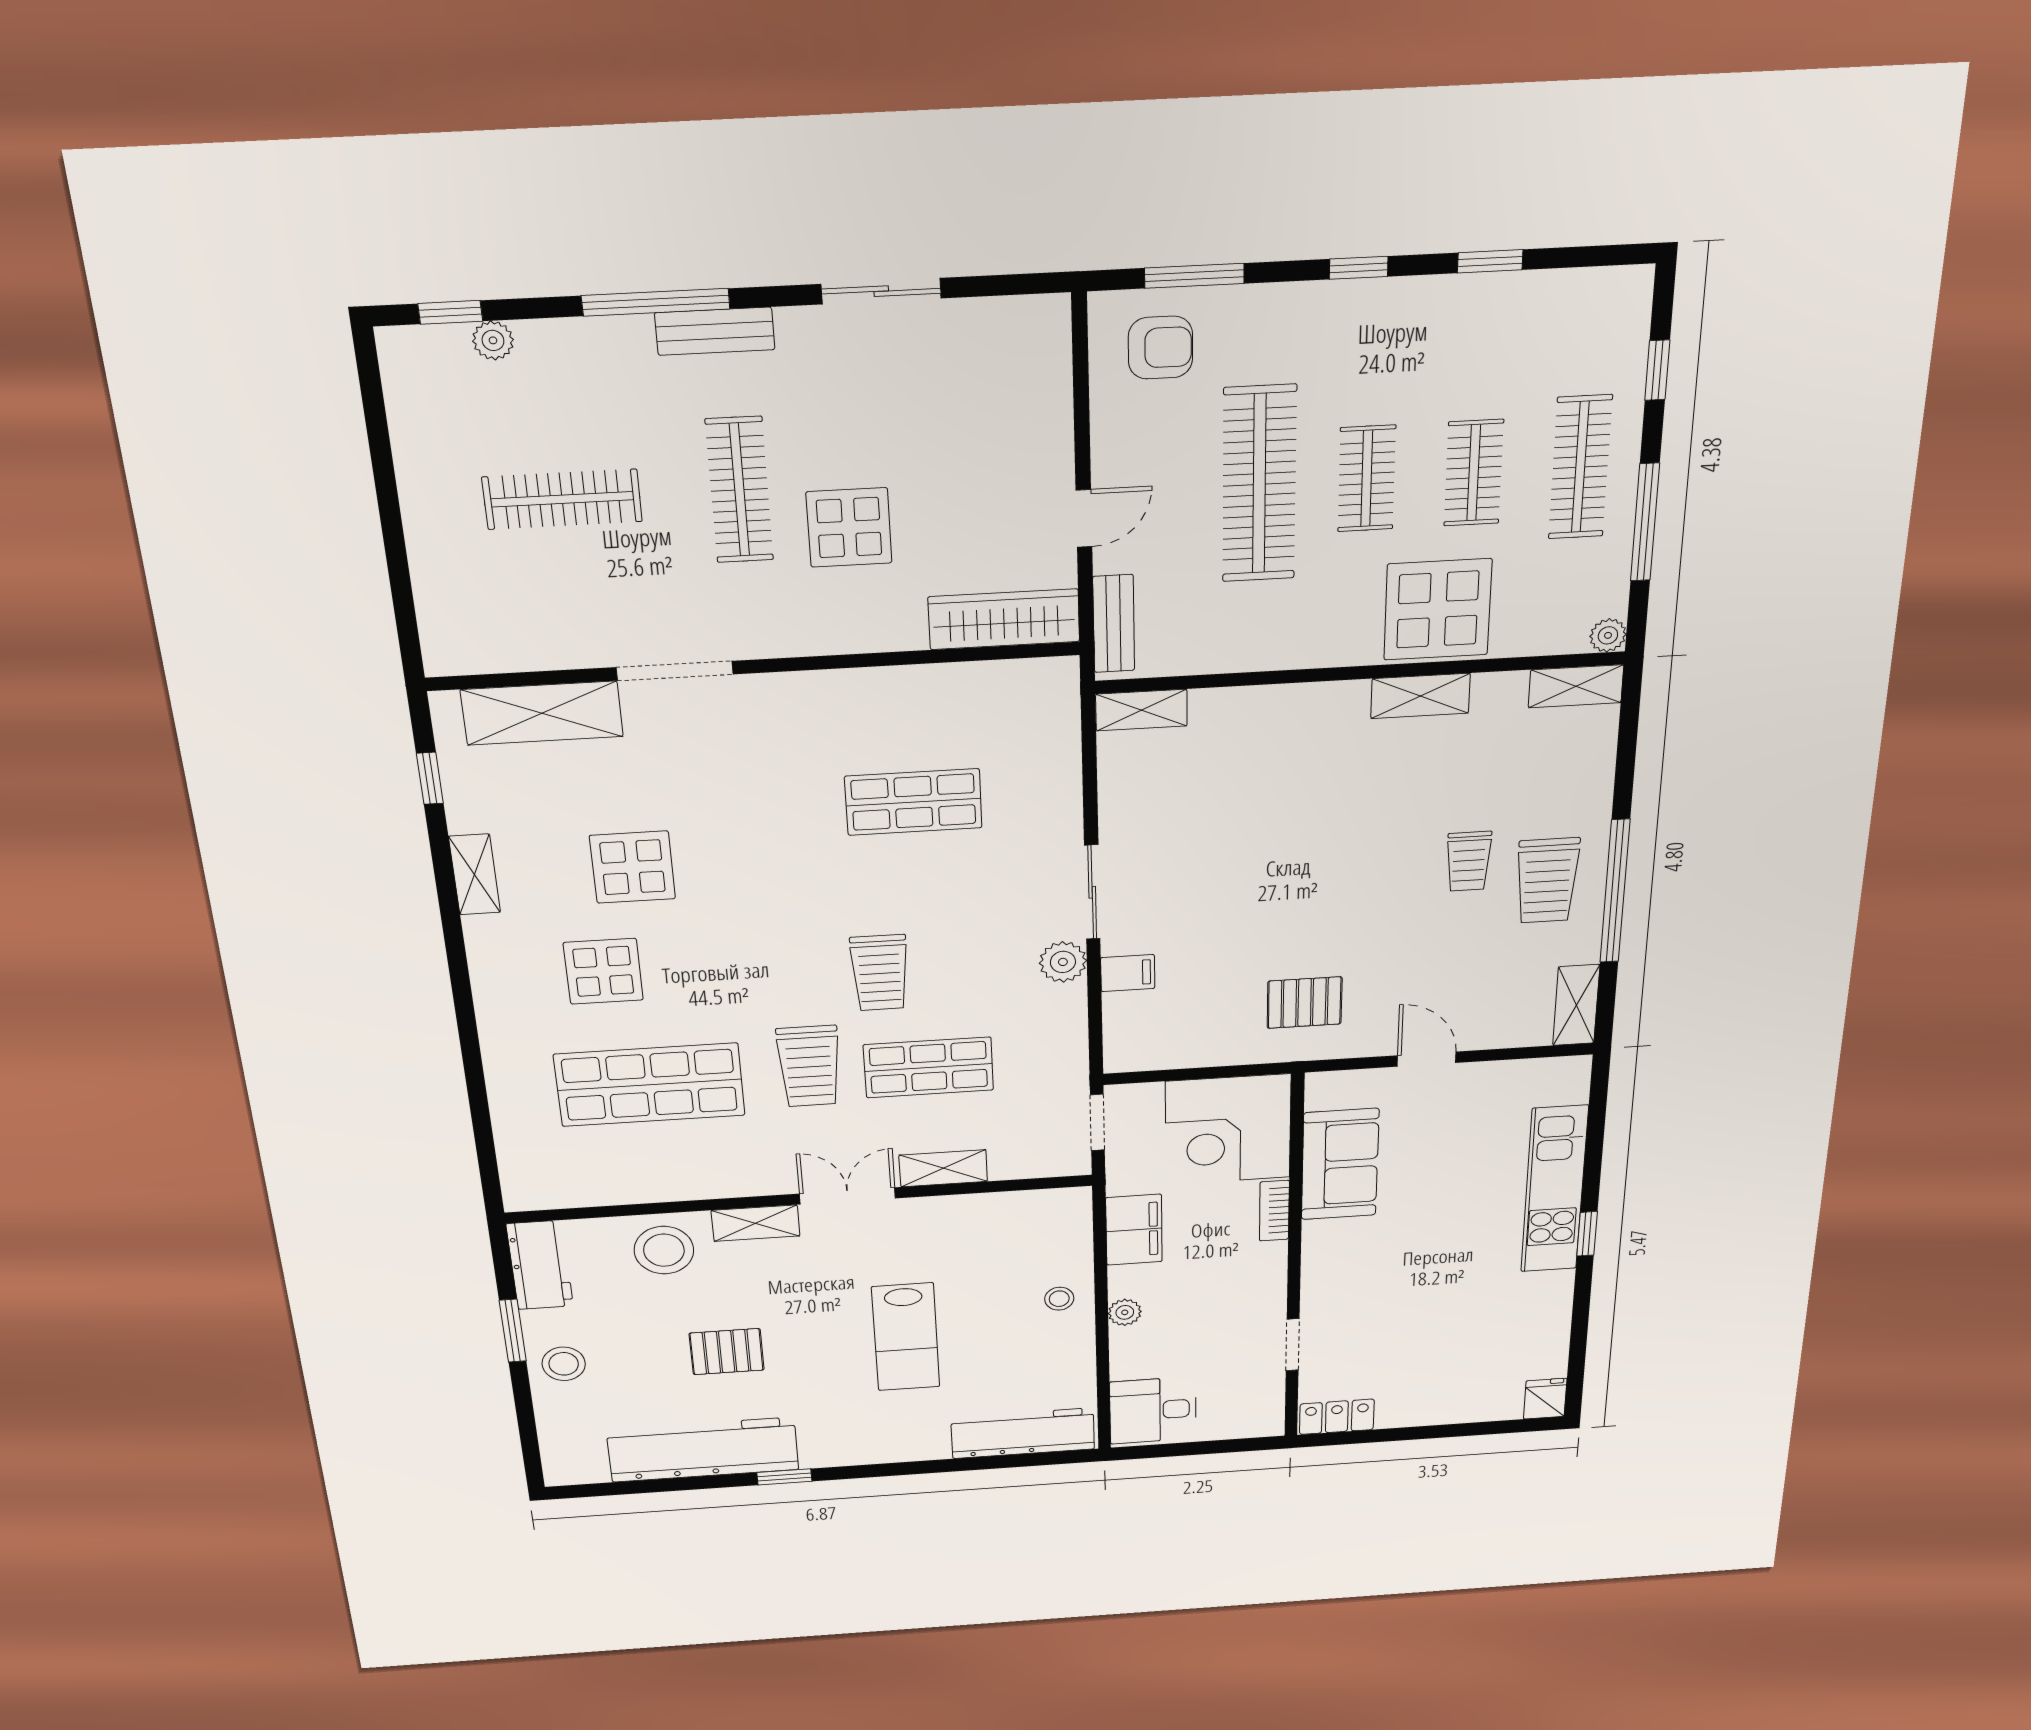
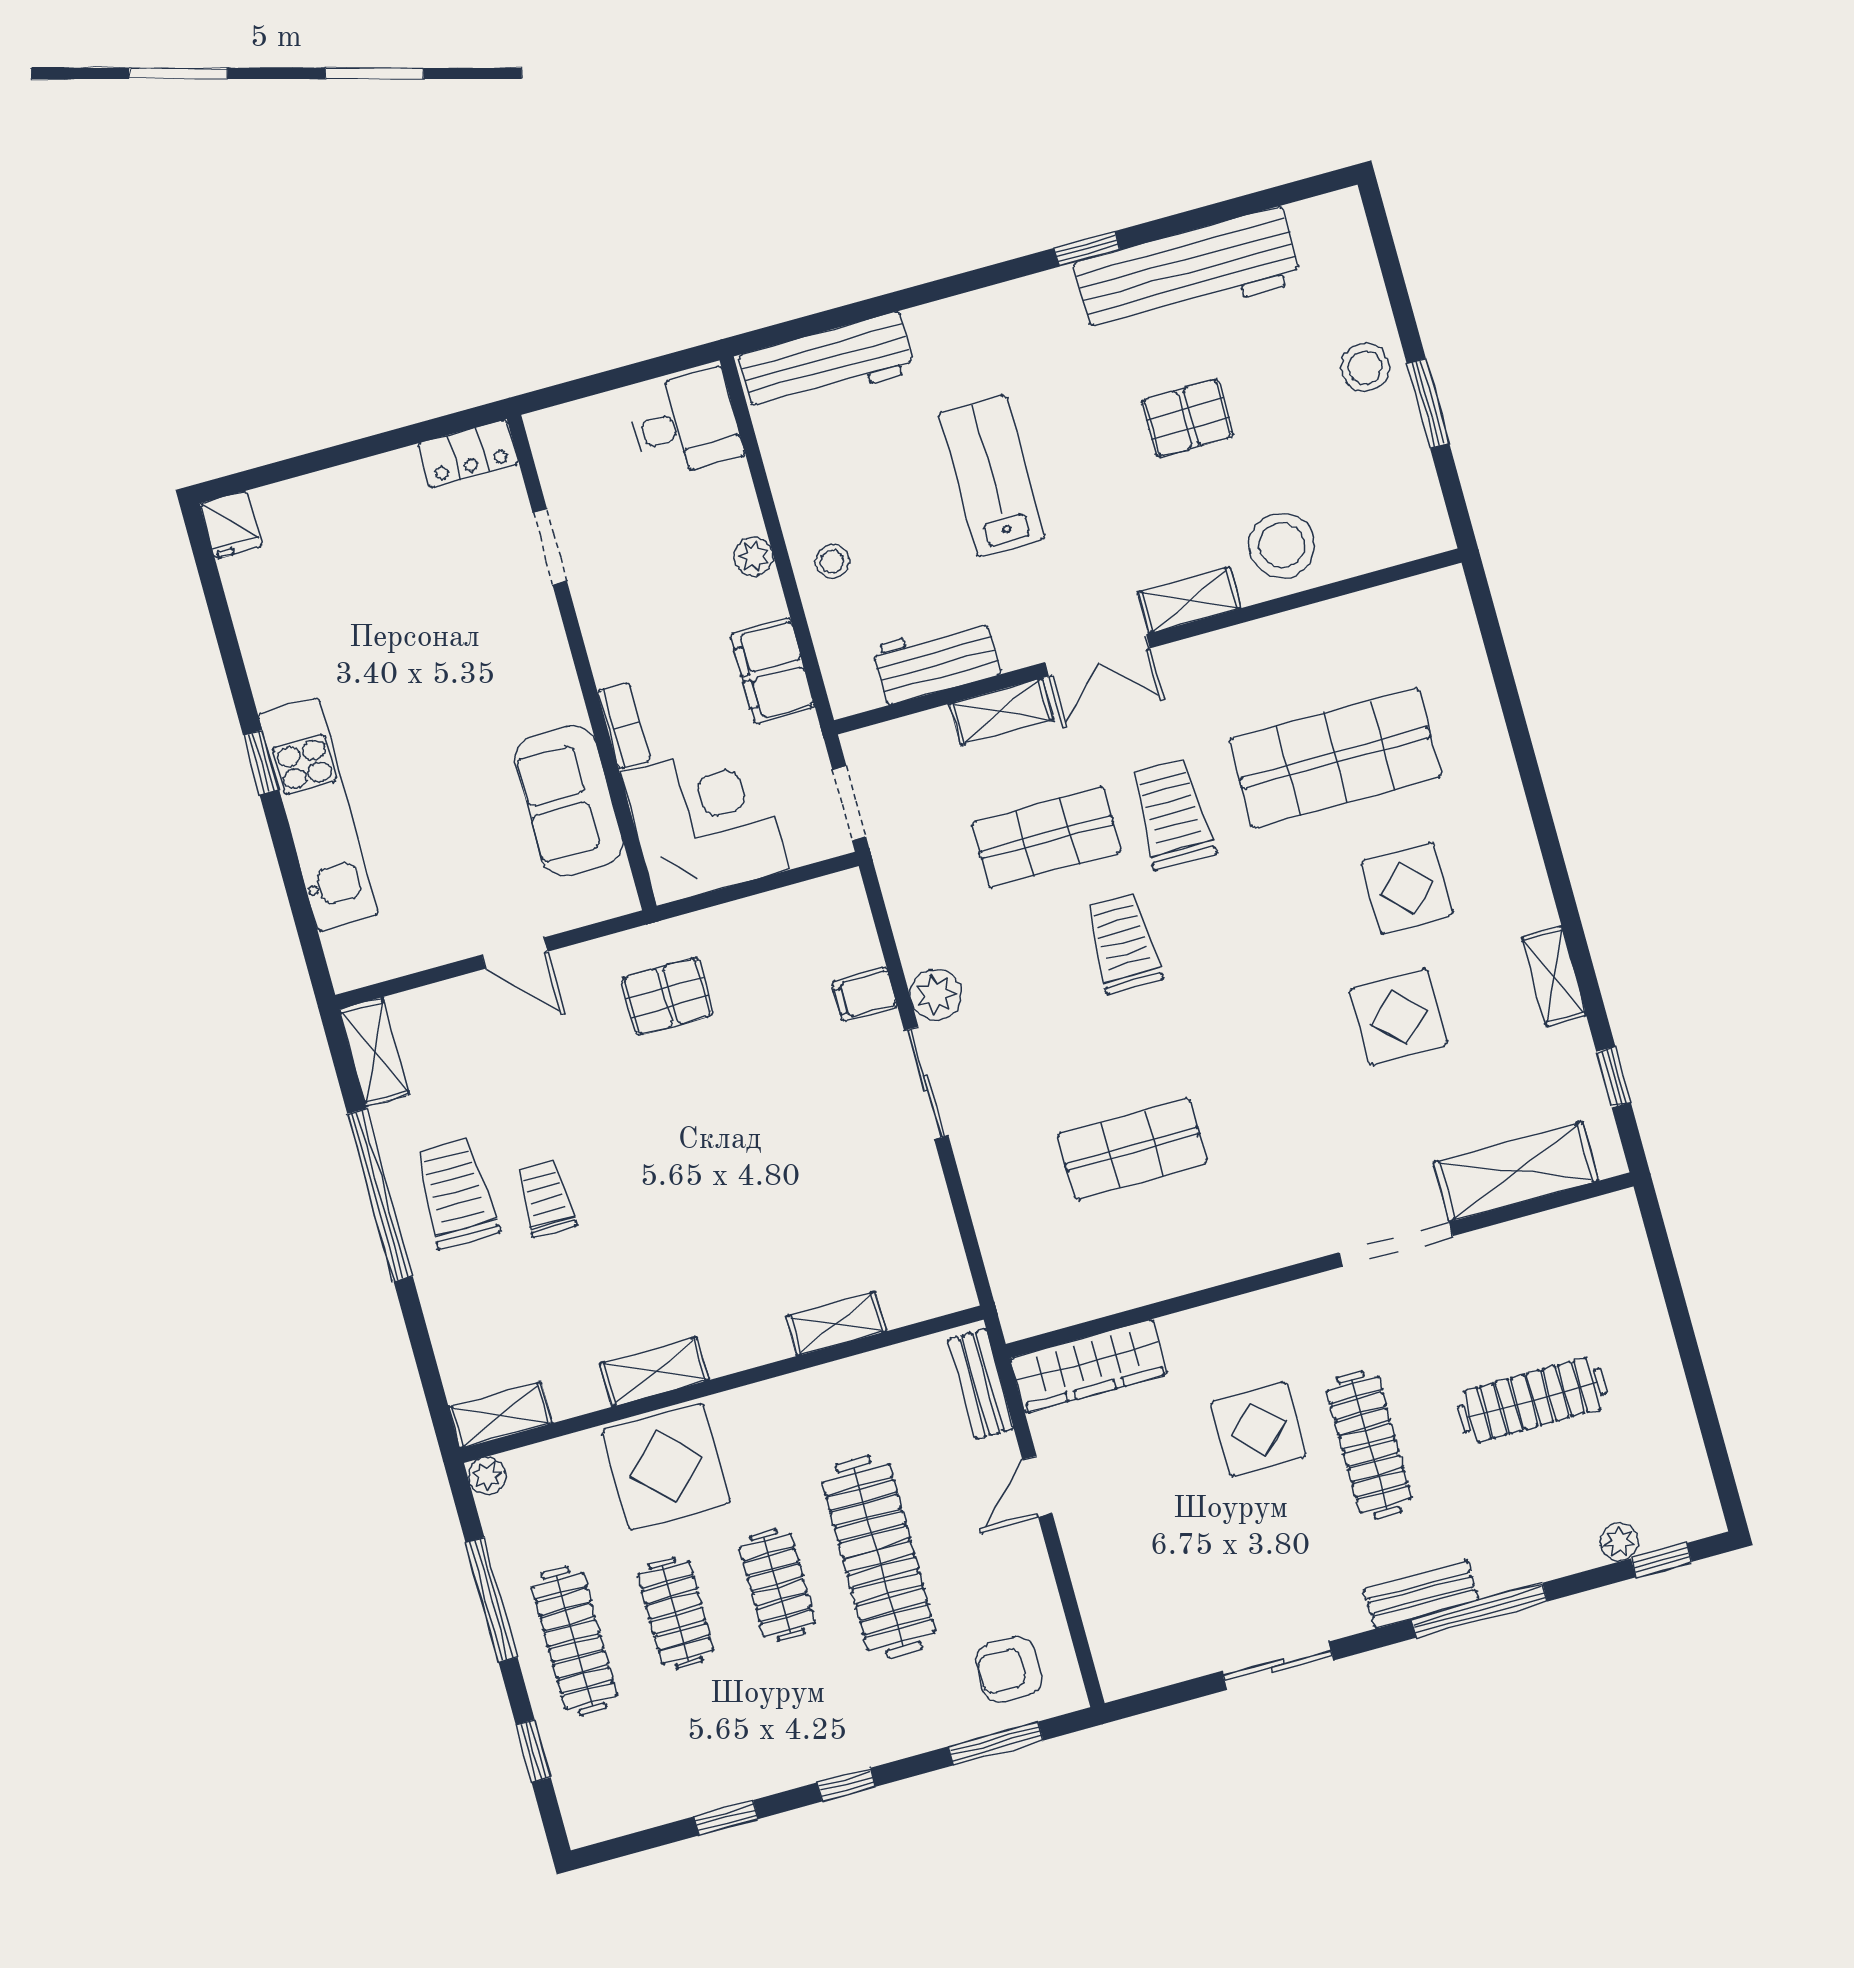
shelving: (1141, 710) -> (836, 1324), moved
workbench: (540, 1265) -> (936, 660), moved, turned 90

